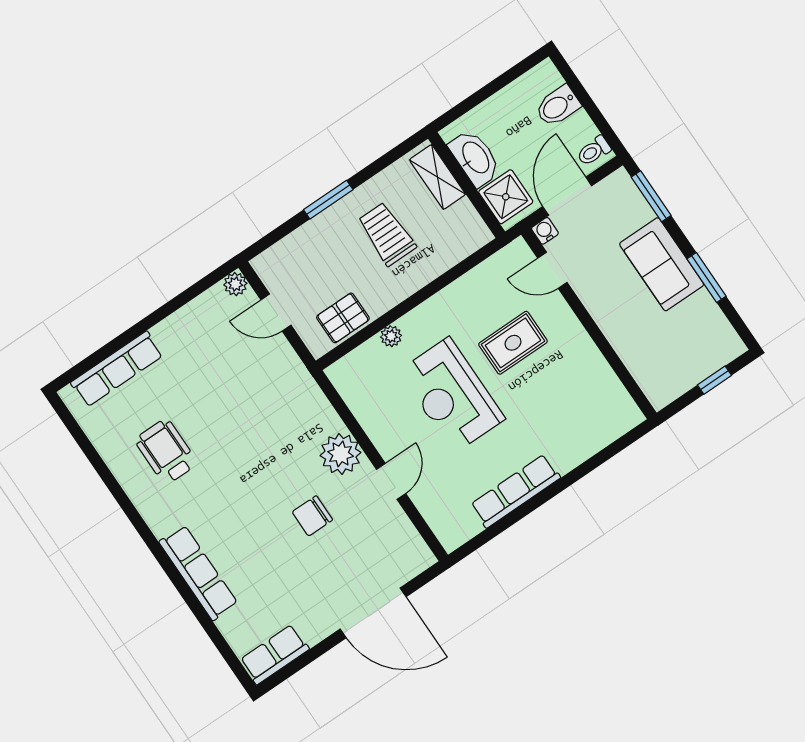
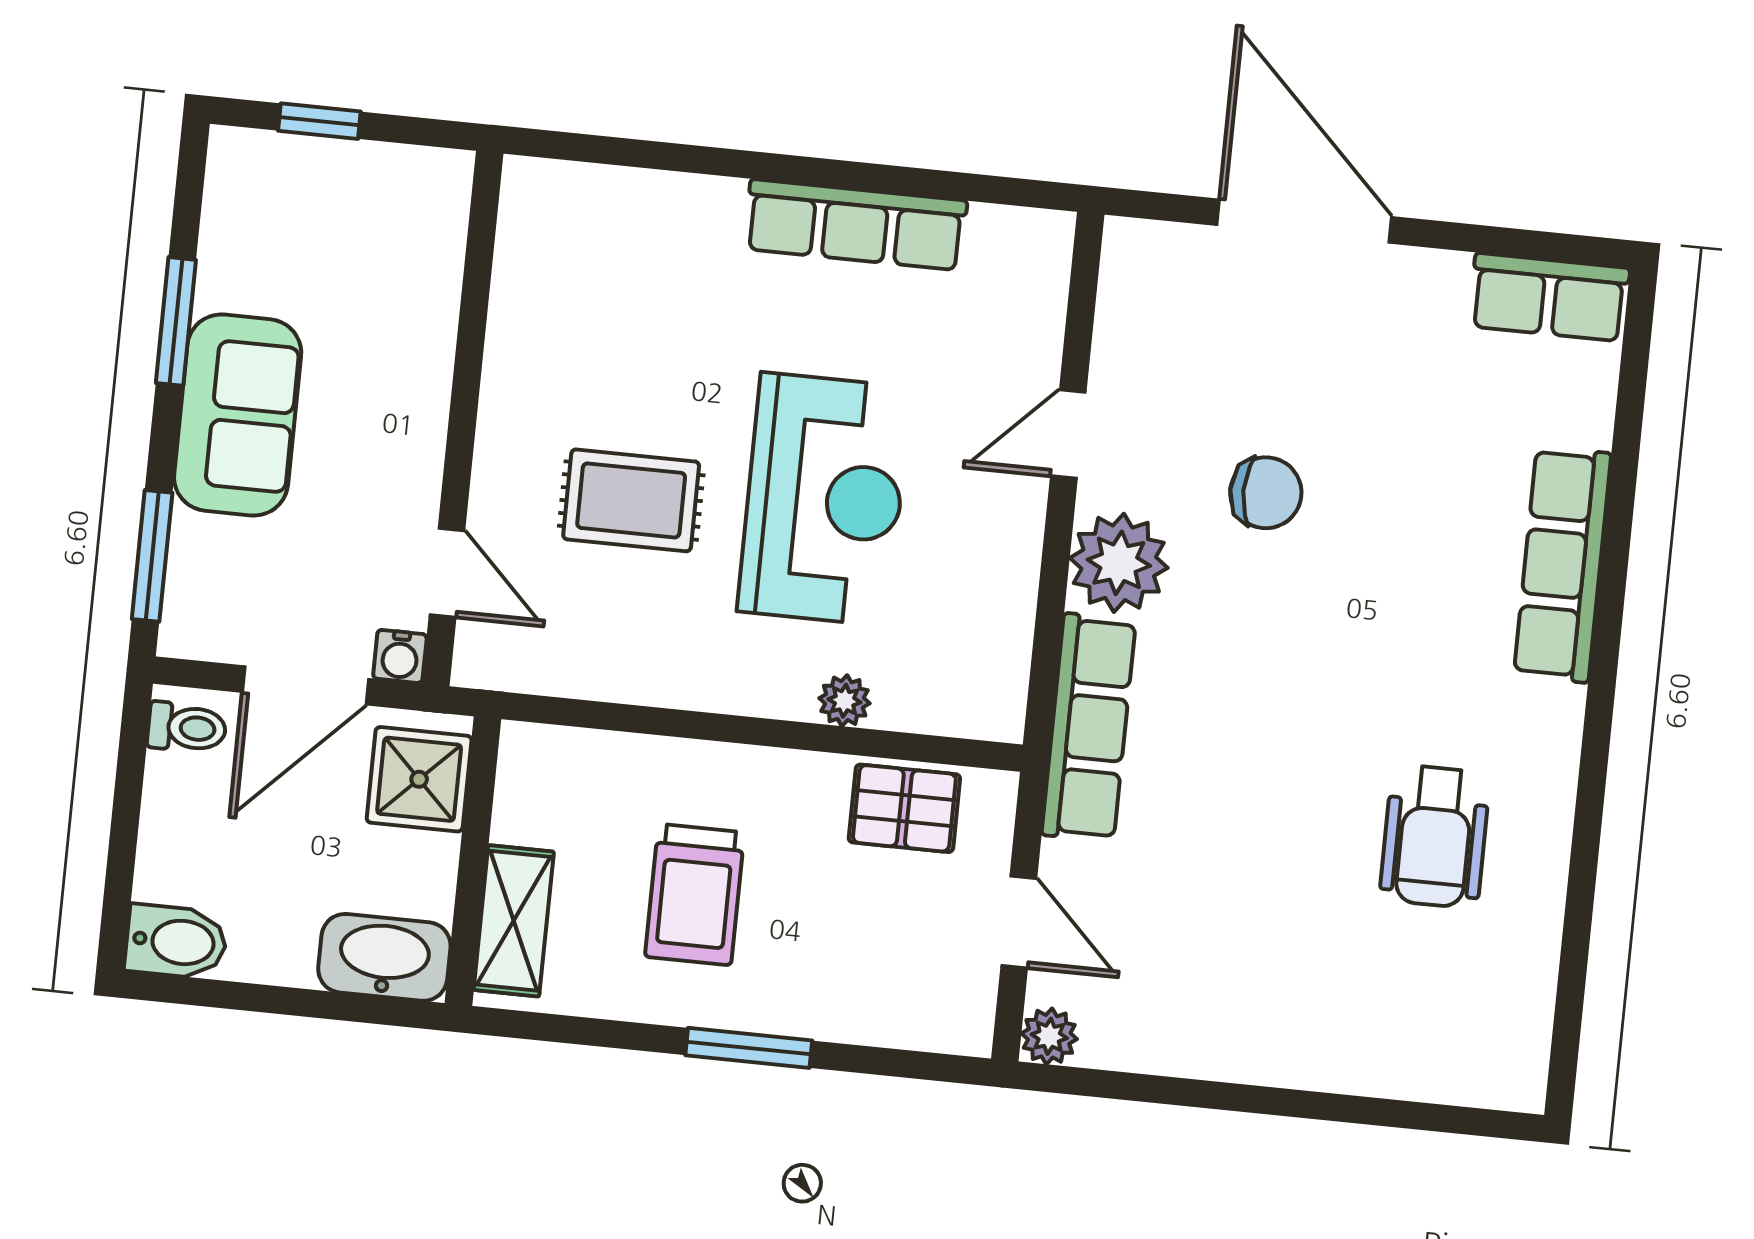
bidet: (558, 106) -> (176, 942), moved
washbasin: (475, 158) -> (384, 957), moved, turned 90
row of seats: (117, 369) -> (1089, 727), moved, turned 90

